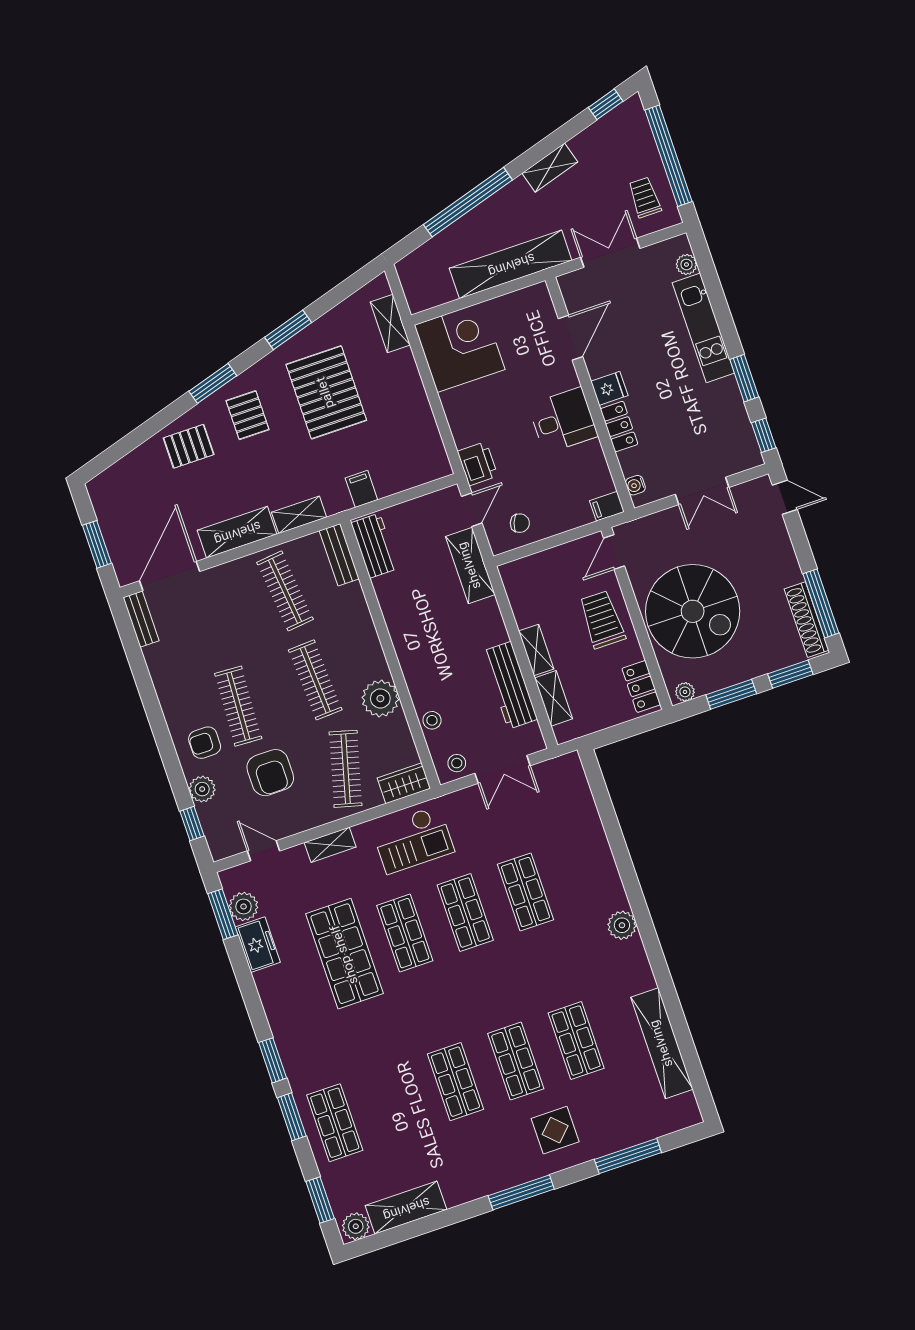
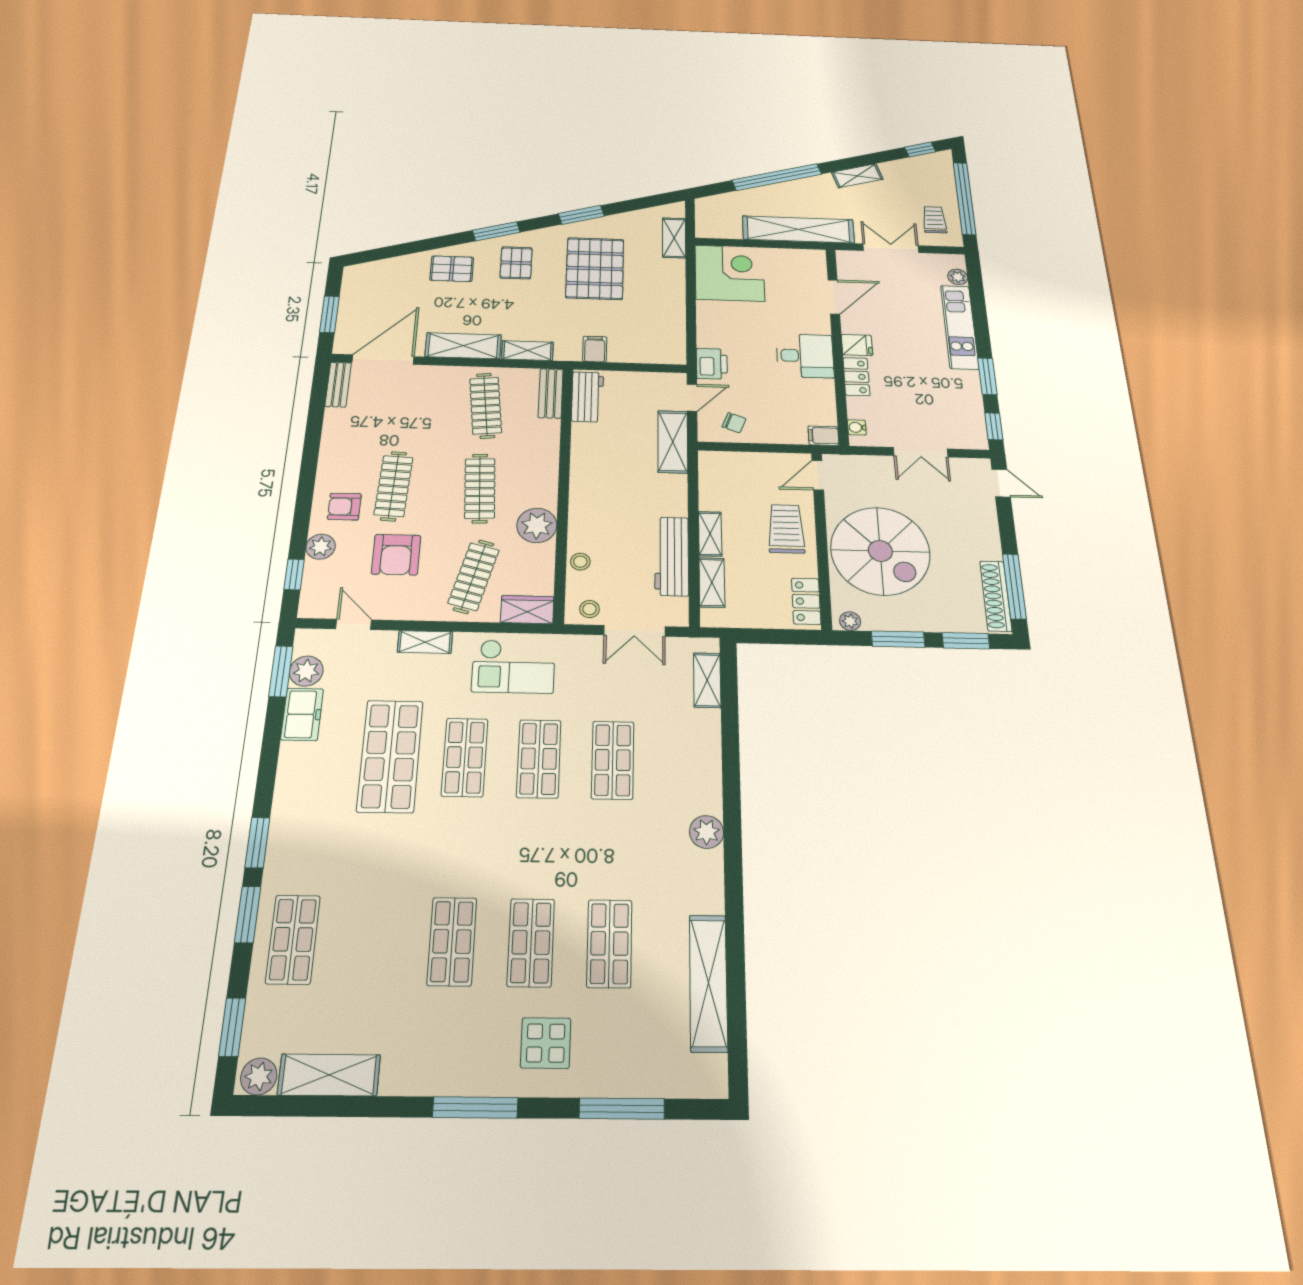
shelving: (580, 793) -> (707, 680), added

